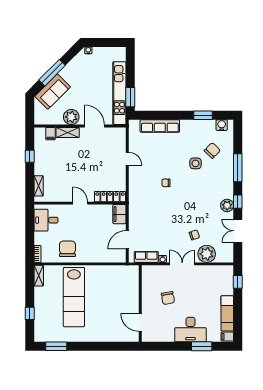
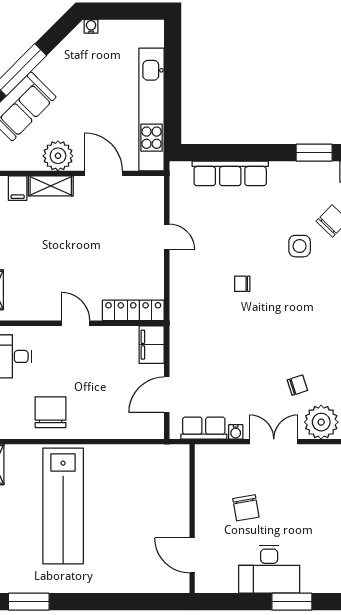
window: (130, 97) -> (173, 117), removed
desk: (190, 330) -> (269, 569), moved
window: (202, 346) -> (292, 602), moved

